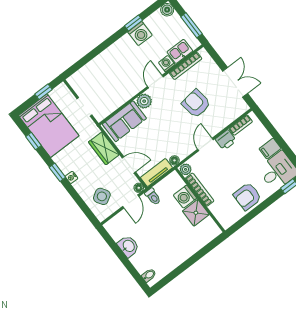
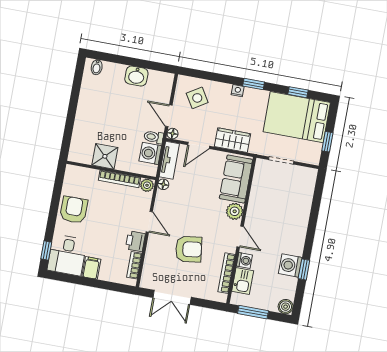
washing machine: (185, 197) -> (150, 153), moved, turned -90

